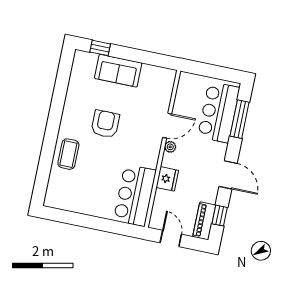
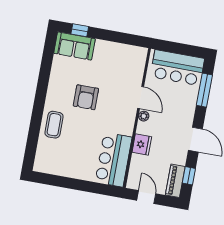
sofa: (118, 71) -> (74, 46), moved
bar counter: (219, 112) -> (177, 68), moved, turned -90
armchair: (105, 124) -> (86, 97), turned 180
door: (167, 126) -> (141, 97), hinge flipped

